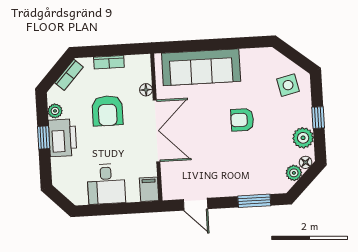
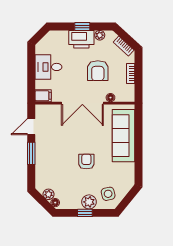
armchair: (107, 111) -> (98, 71), turned -90
plant: (303, 138) -> (89, 202), moved
window: (254, 201) -> (31, 153), moved

